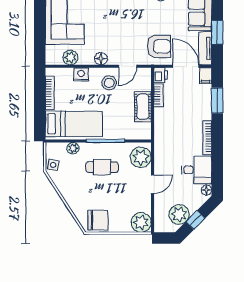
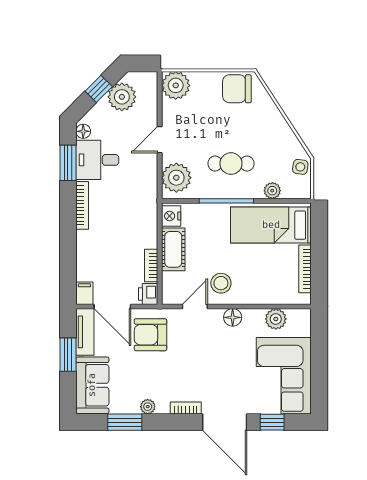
nightstand: (81, 74) -> (171, 216), moved, turned 90
window: (217, 101) -> (68, 163), moved

